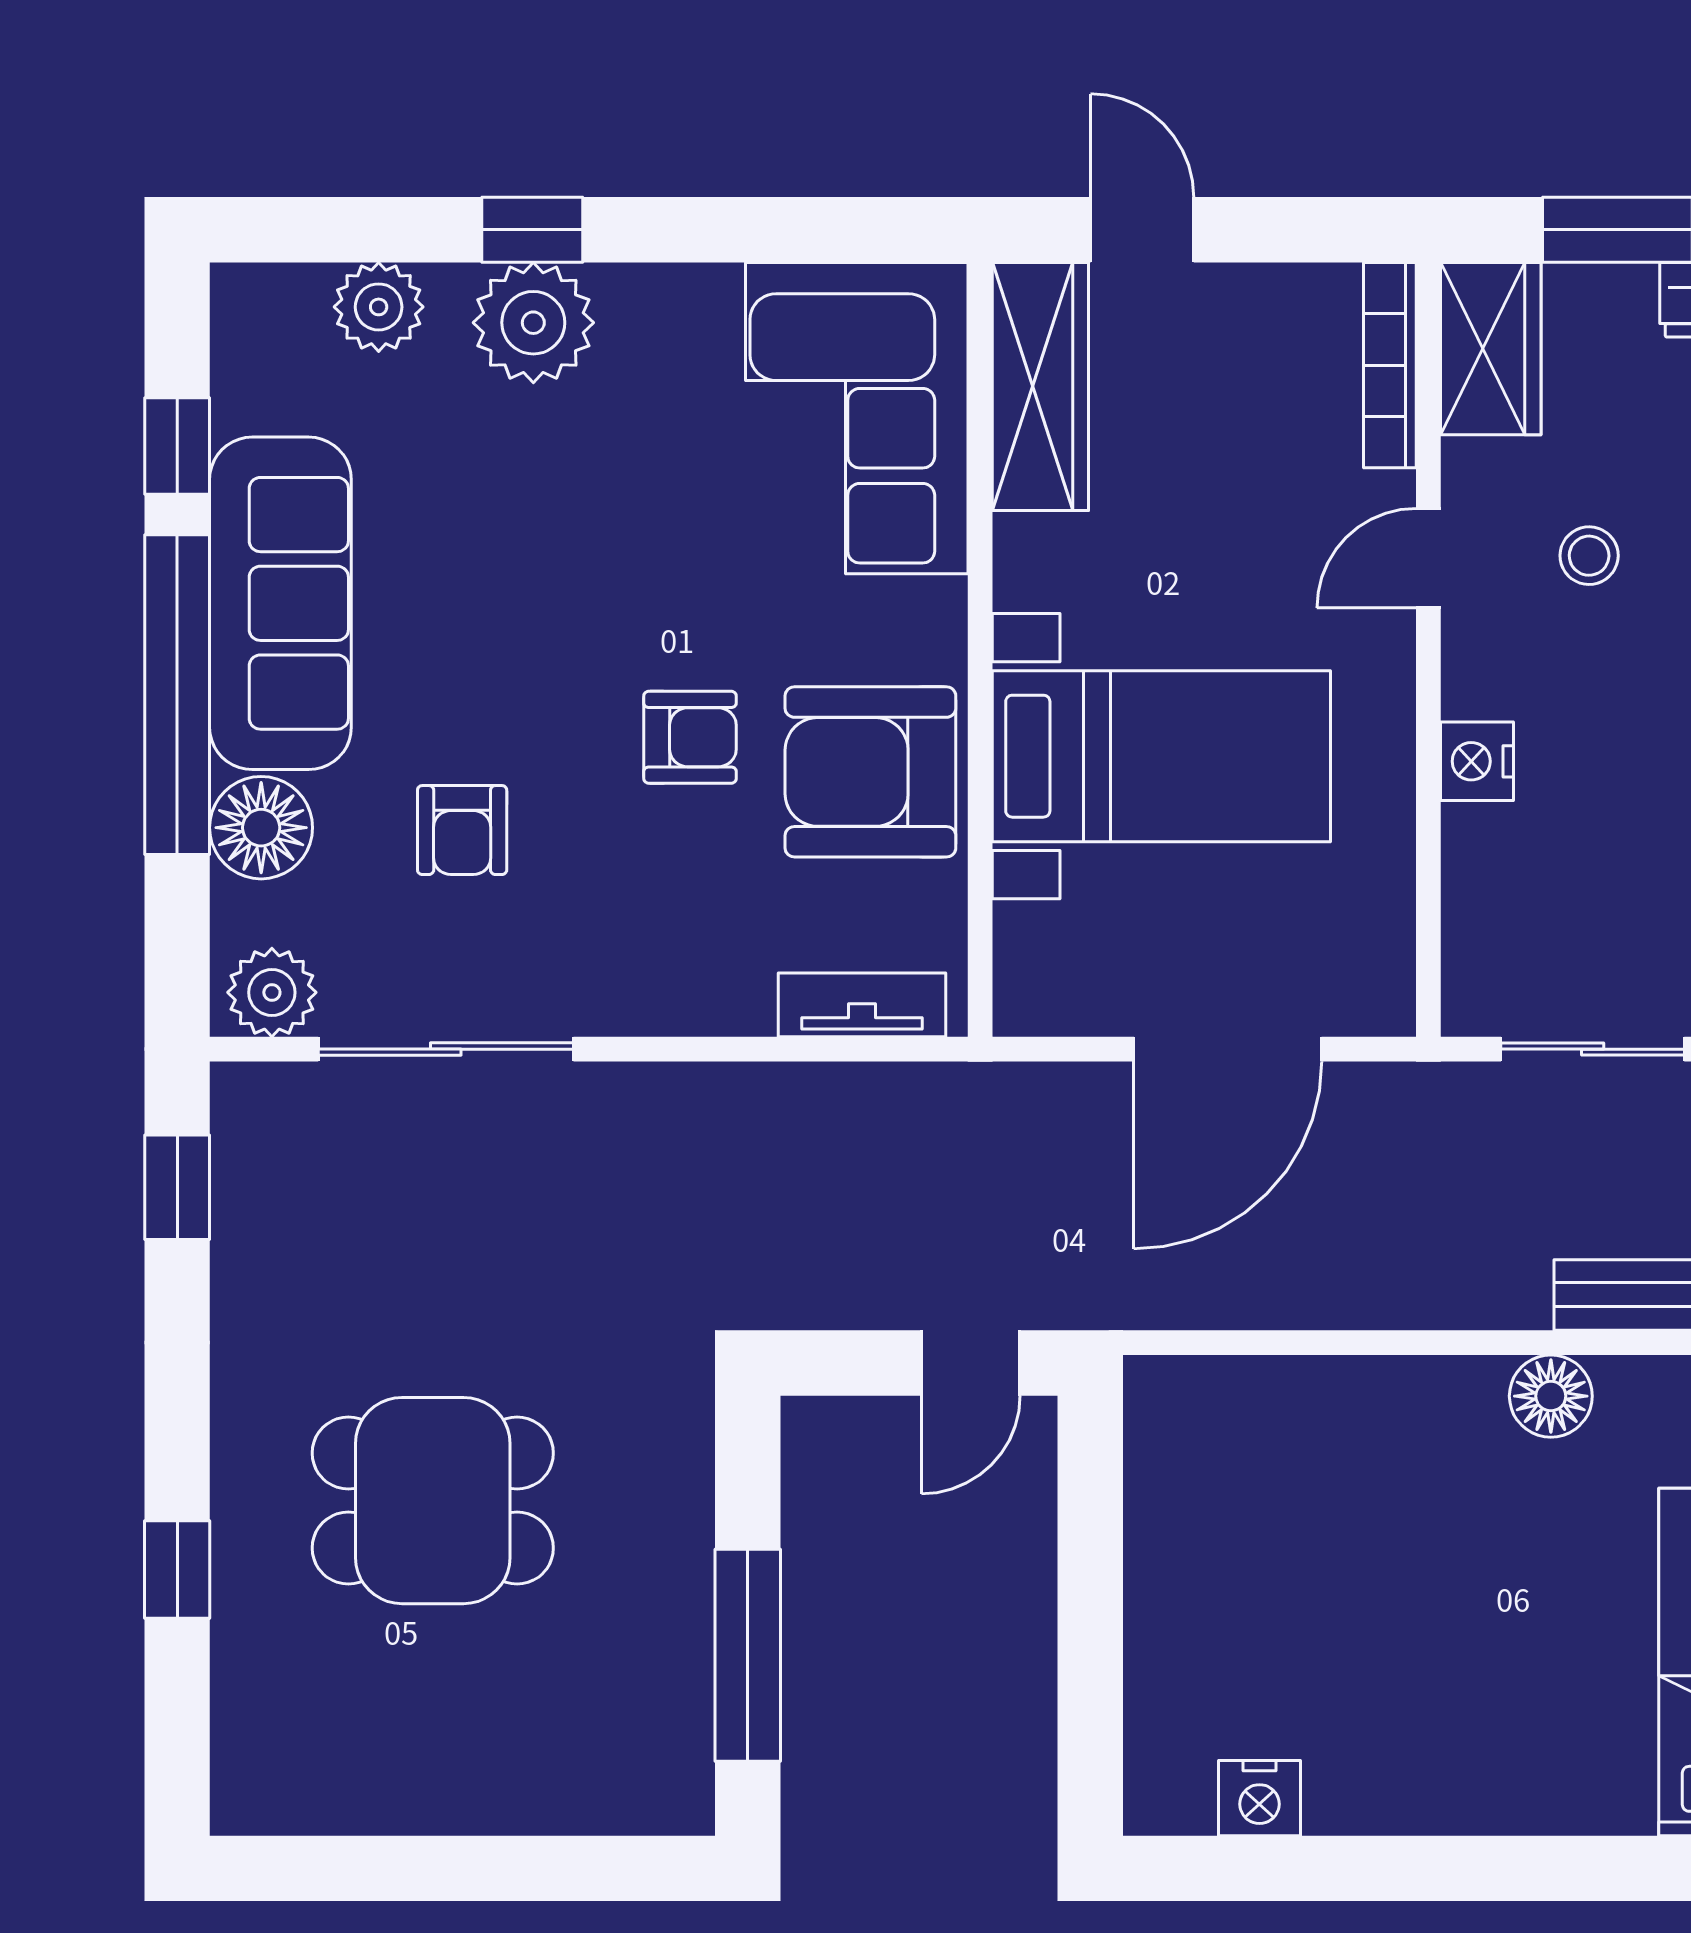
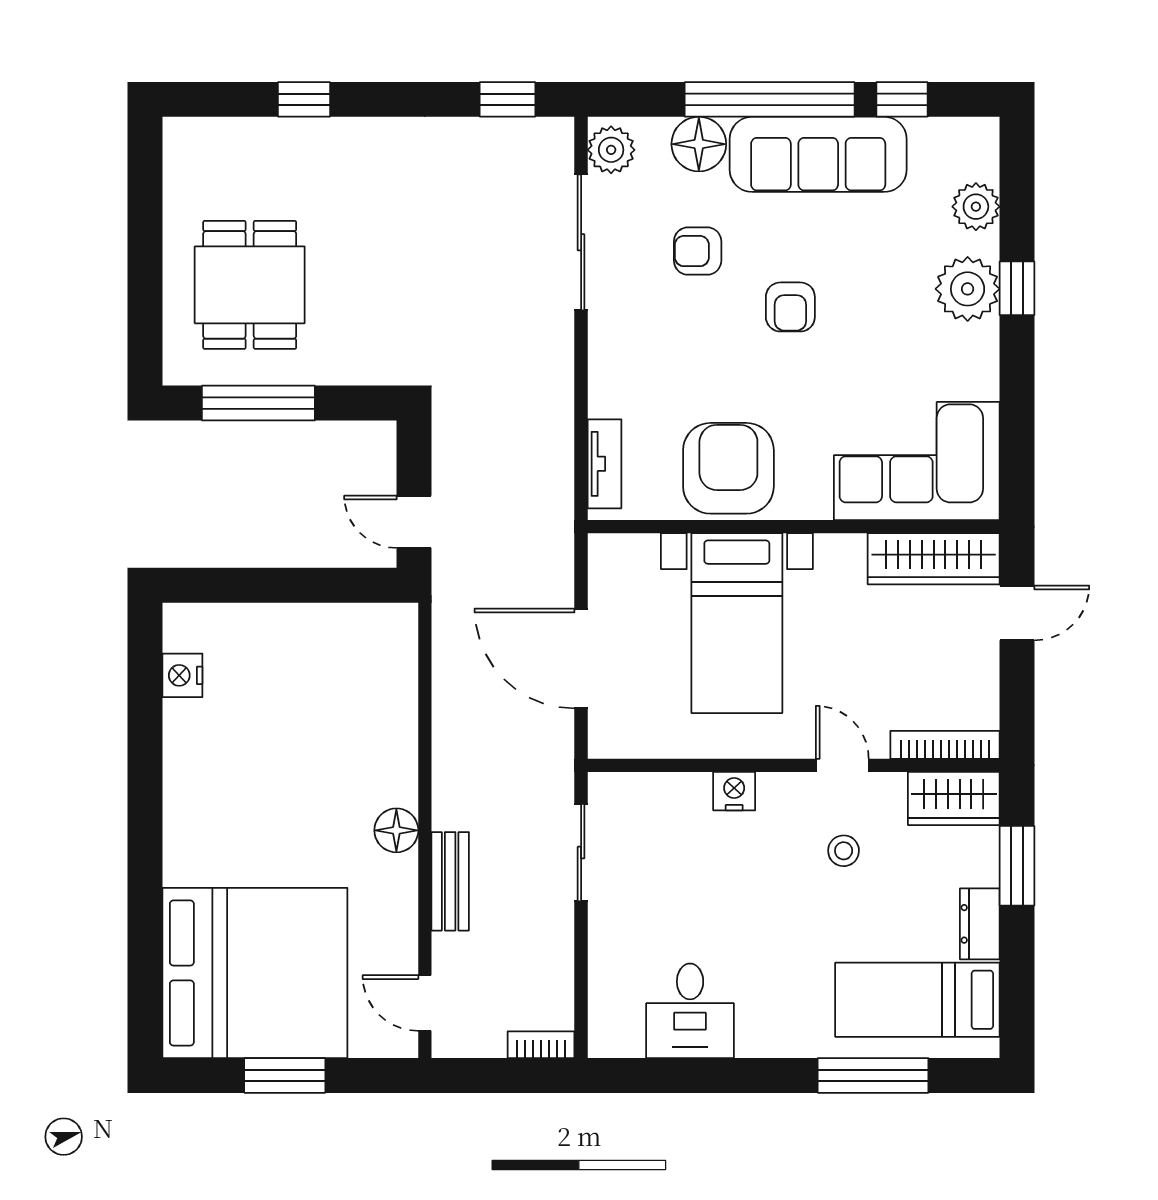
armchair: (690, 737) -> (790, 307), moved
dining table: (433, 1501) -> (250, 285), moved

